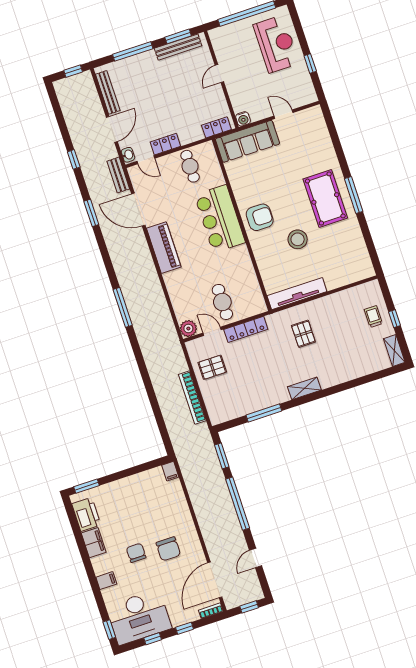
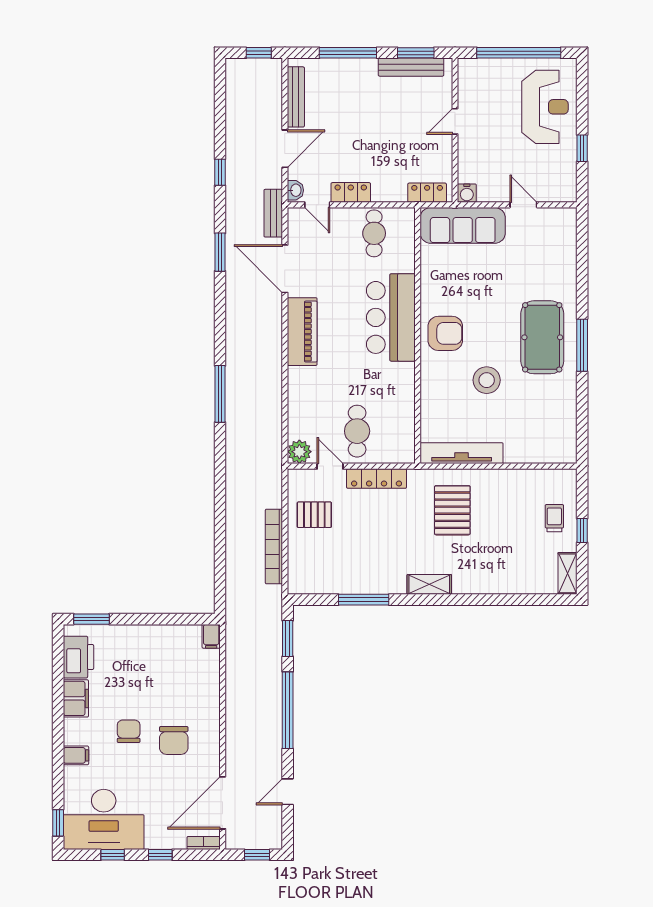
pallet: (303, 334) -> (452, 510), width x1.50, depth x1.42

